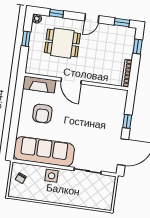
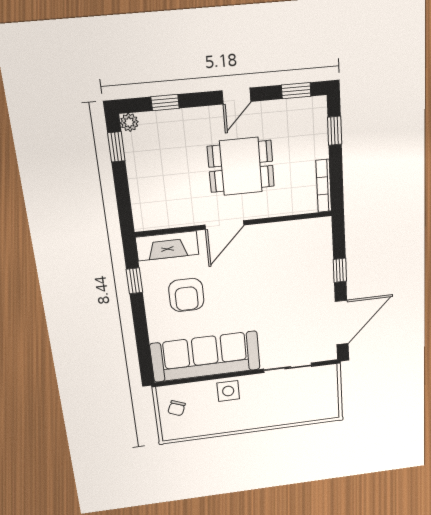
window: (26, 39) -> (116, 147), moved
dining table: (62, 43) -> (241, 166), moved
door: (71, 81) -> (224, 225), hinge flipped
window: (18, 99) -> (134, 281), added

